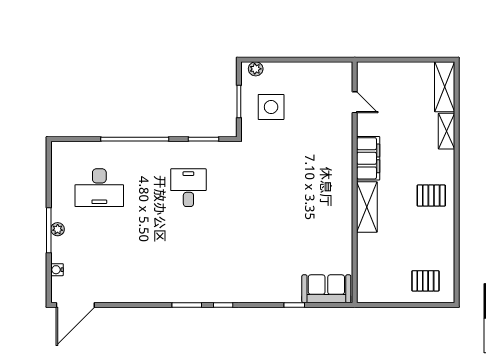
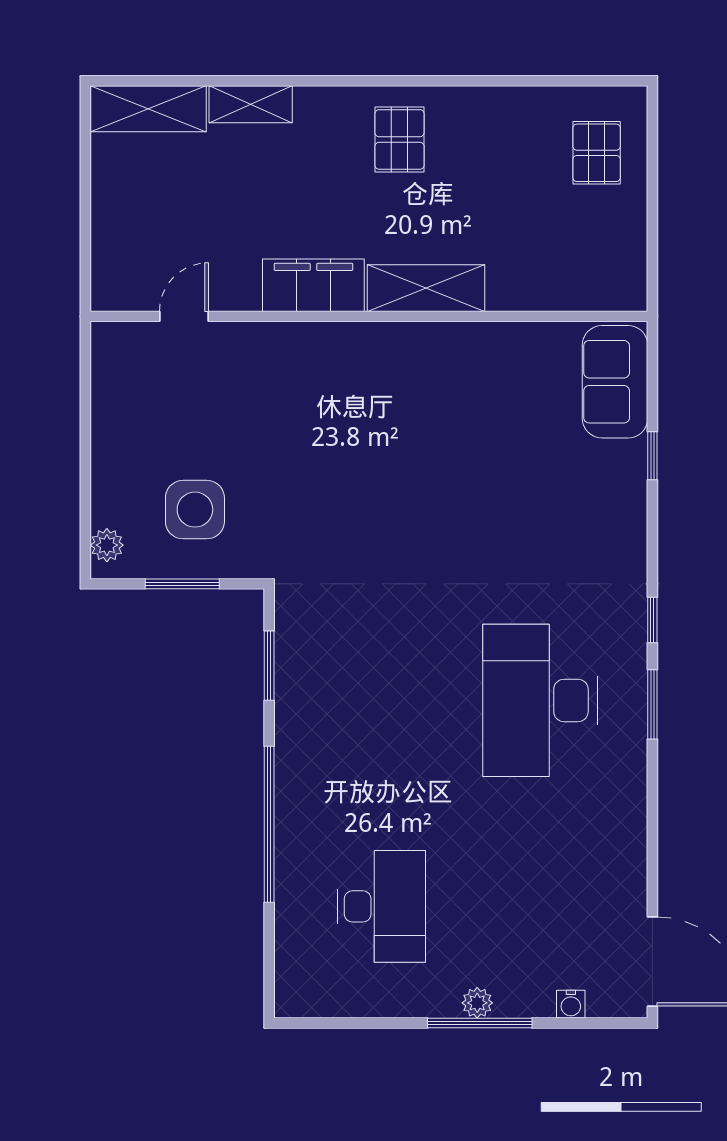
desk: (188, 188) -> (540, 700), moved, width x1.87, depth x1.30

